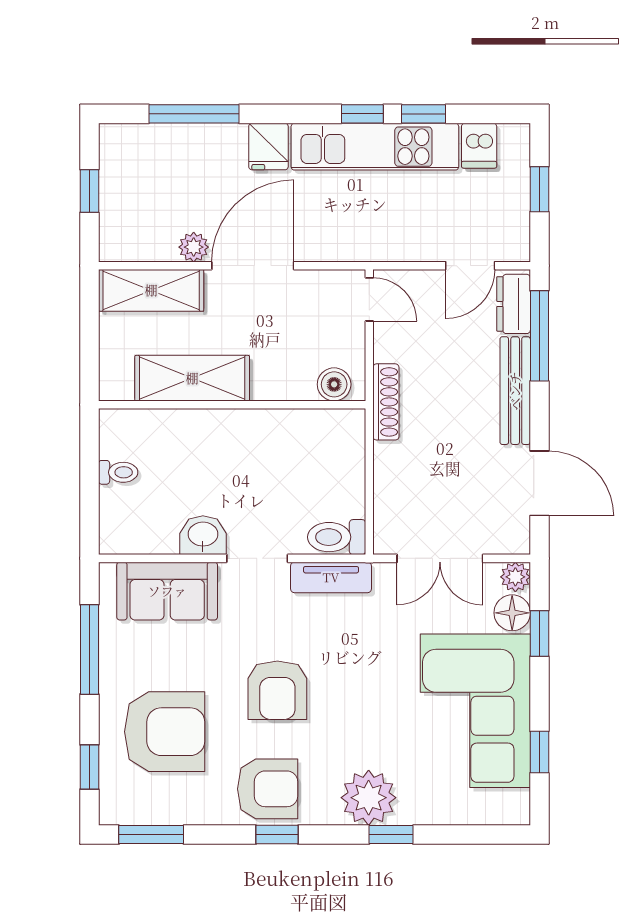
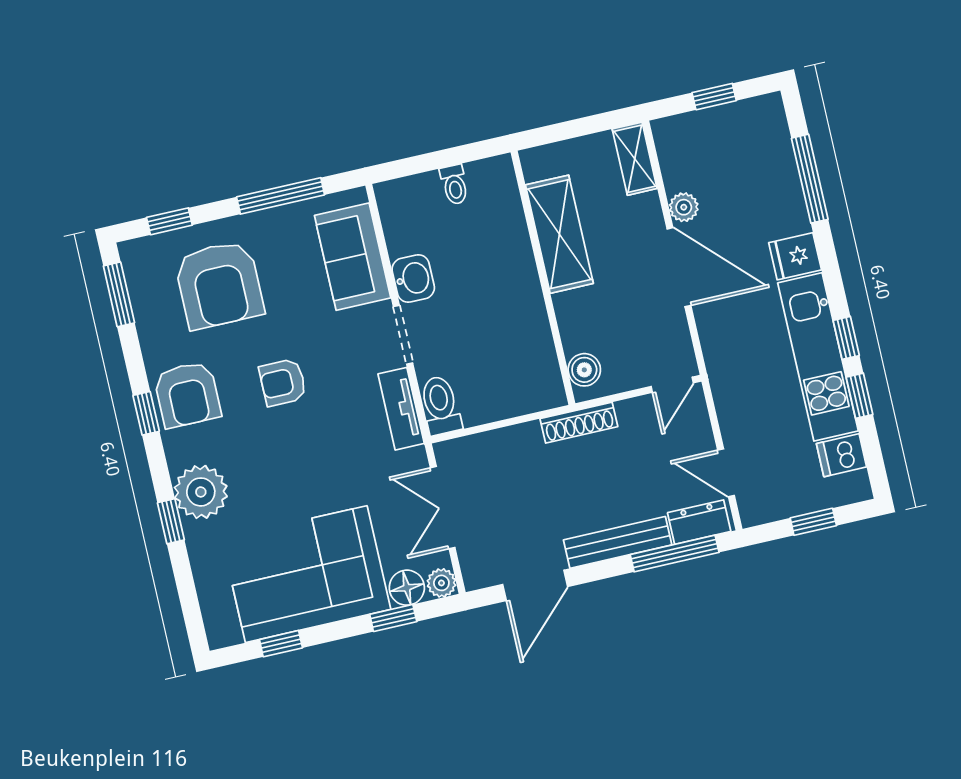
shelving: (151, 290) -> (635, 159), width x0.67, depth x0.75
armchair: (277, 690) -> (283, 382), width x0.72, depth x0.72

